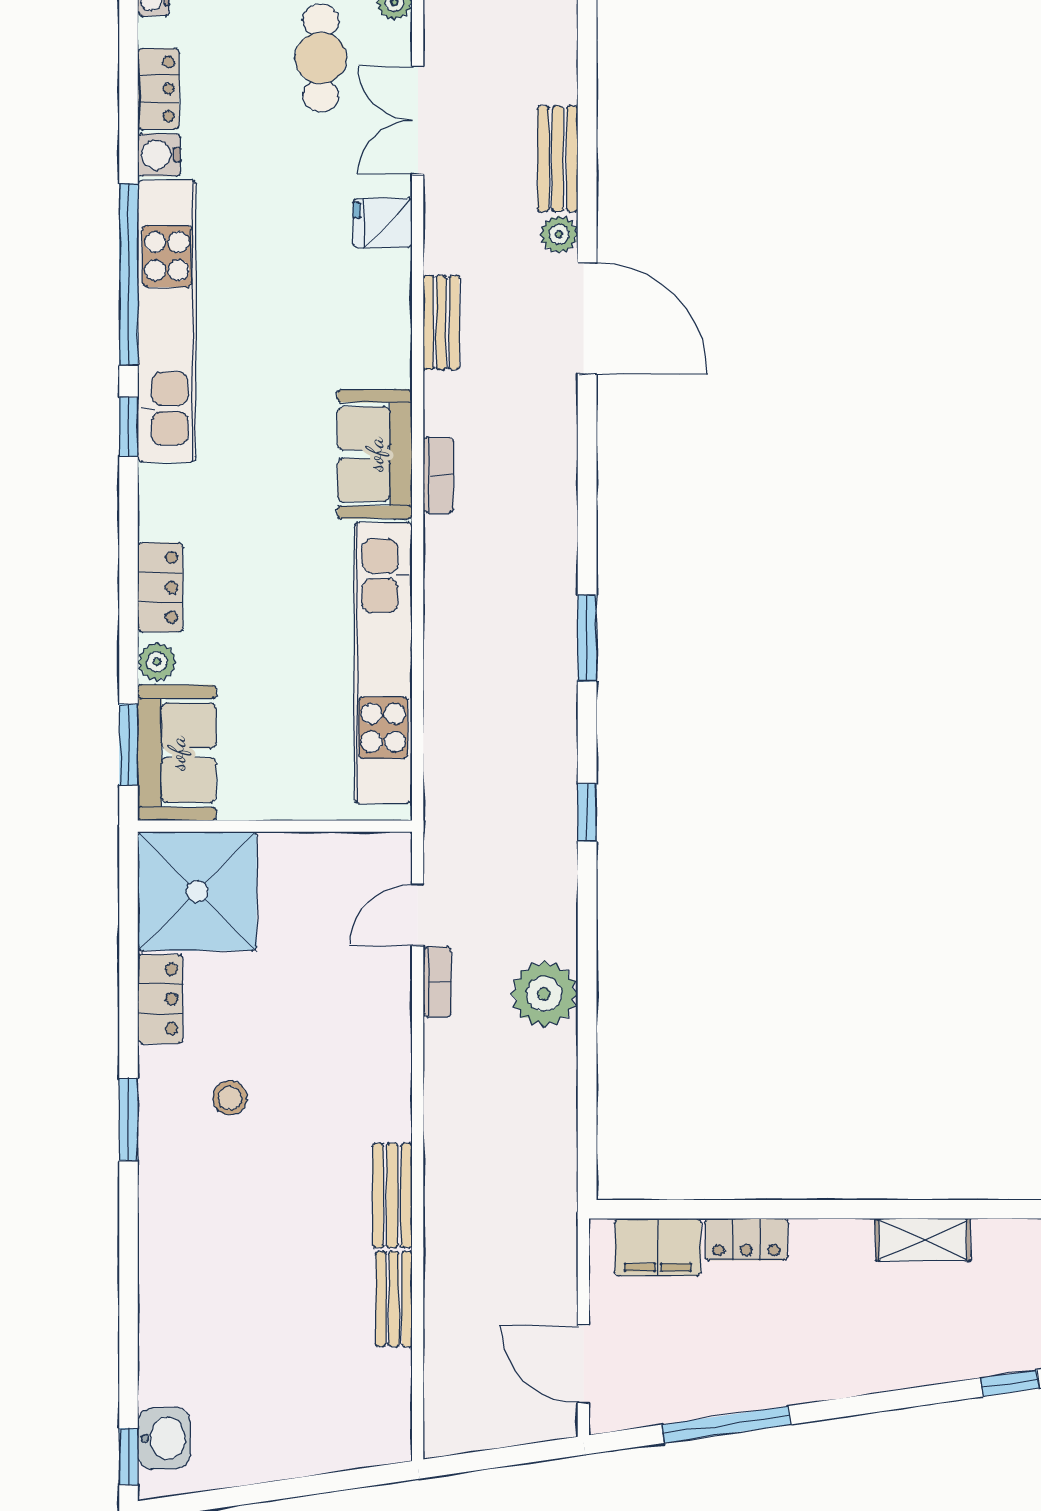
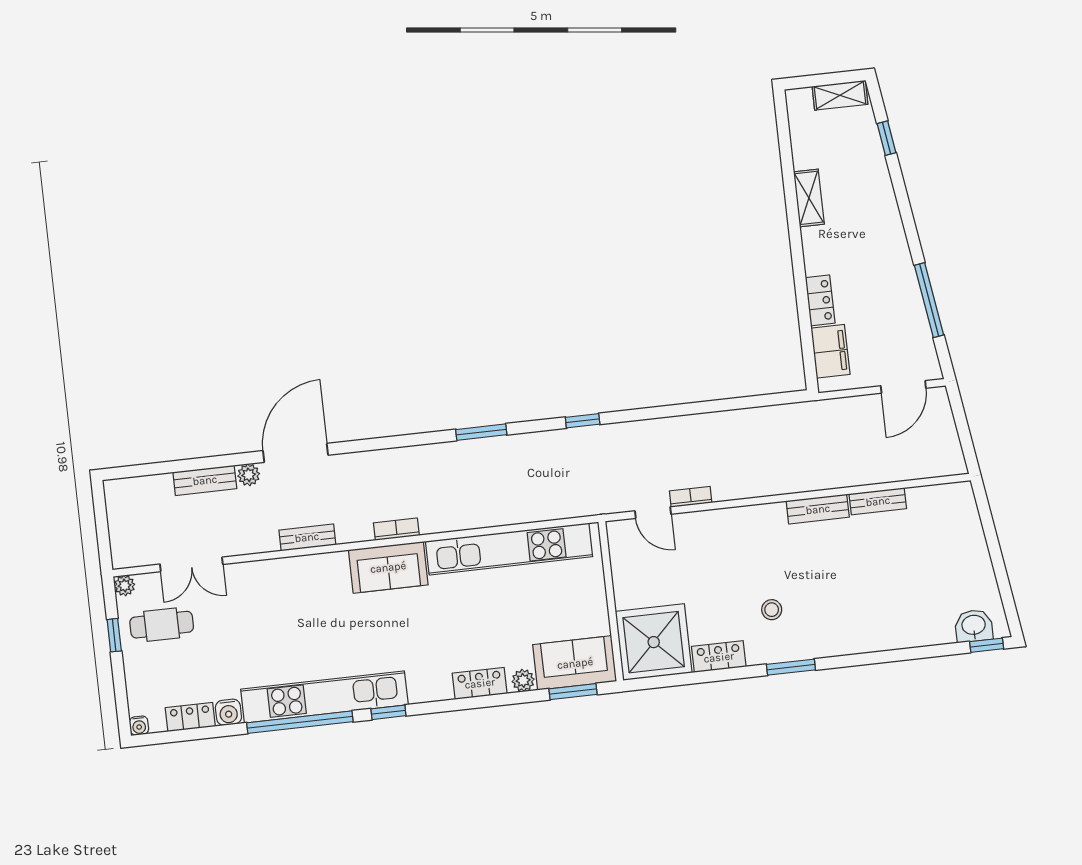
fridge: (383, 223) -> (254, 578), removed
plant: (544, 994) -> (691, 434), removed

